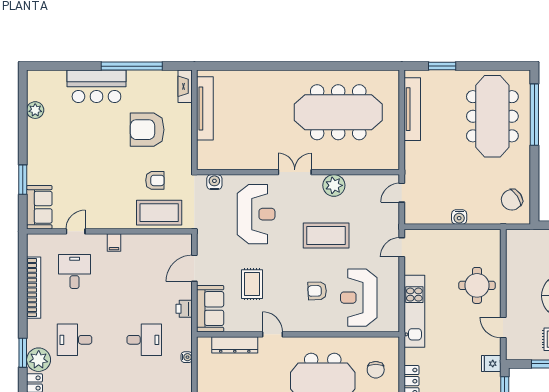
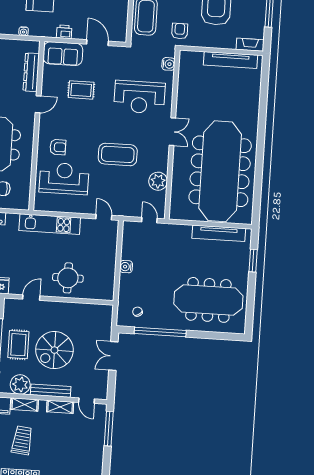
meeting table: (338, 112) -> (220, 171), width x1.36, depth x1.27
window: (534, 115) -> (160, 332), moved
armchair: (155, 180) -> (180, 31), moved, turned 180
plant: (334, 185) -> (158, 181), moved
chair: (512, 200) -> (138, 312), width x0.54, depth x0.54
coffee table: (326, 236) -> (118, 154), turned 90
armchair: (317, 291) -> (58, 147), moved, turned 92

